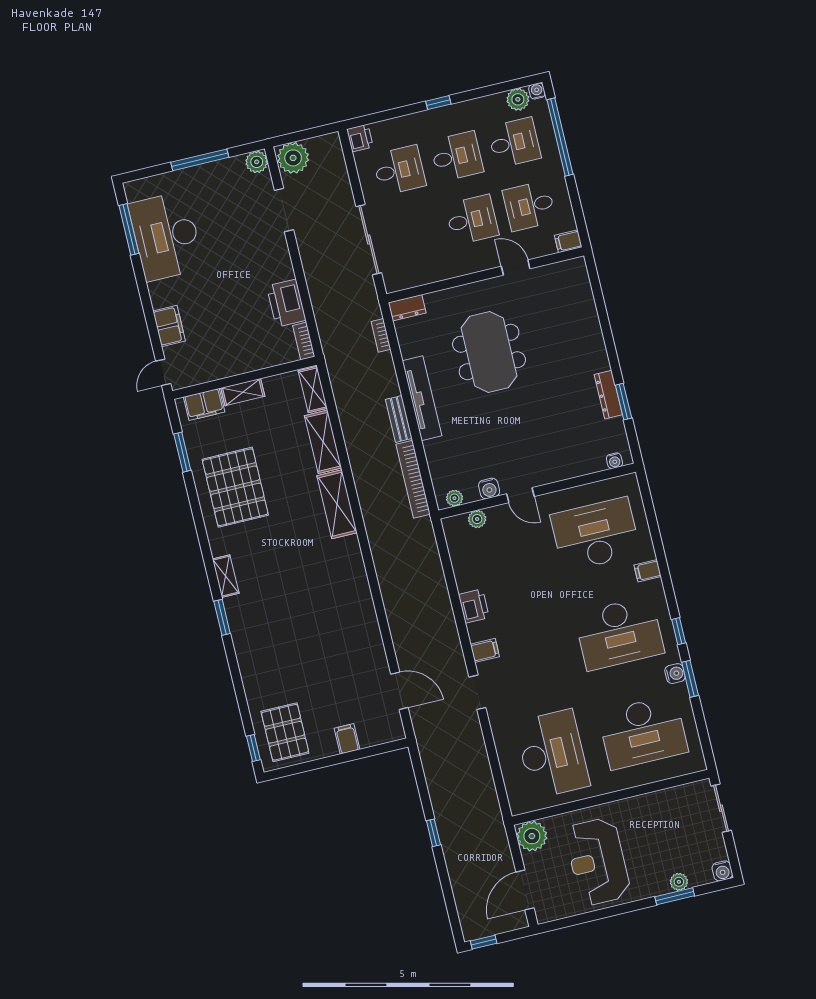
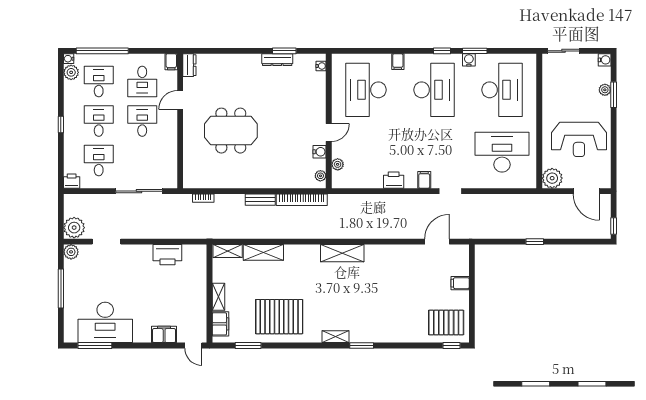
dresser: (407, 308) -> (189, 65), moved
bookcase: (304, 341) -> (195, 249), removed
tv unit: (422, 398) -> (250, 181), removed
shelving: (337, 504) -> (342, 253), moved

